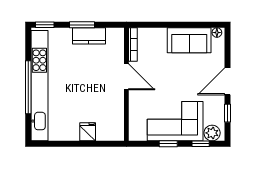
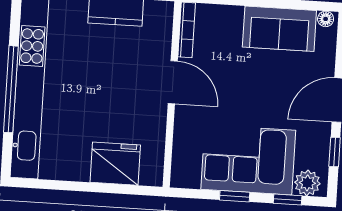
fridge: (88, 132) -> (115, 164), width x1.88, depth x1.34

